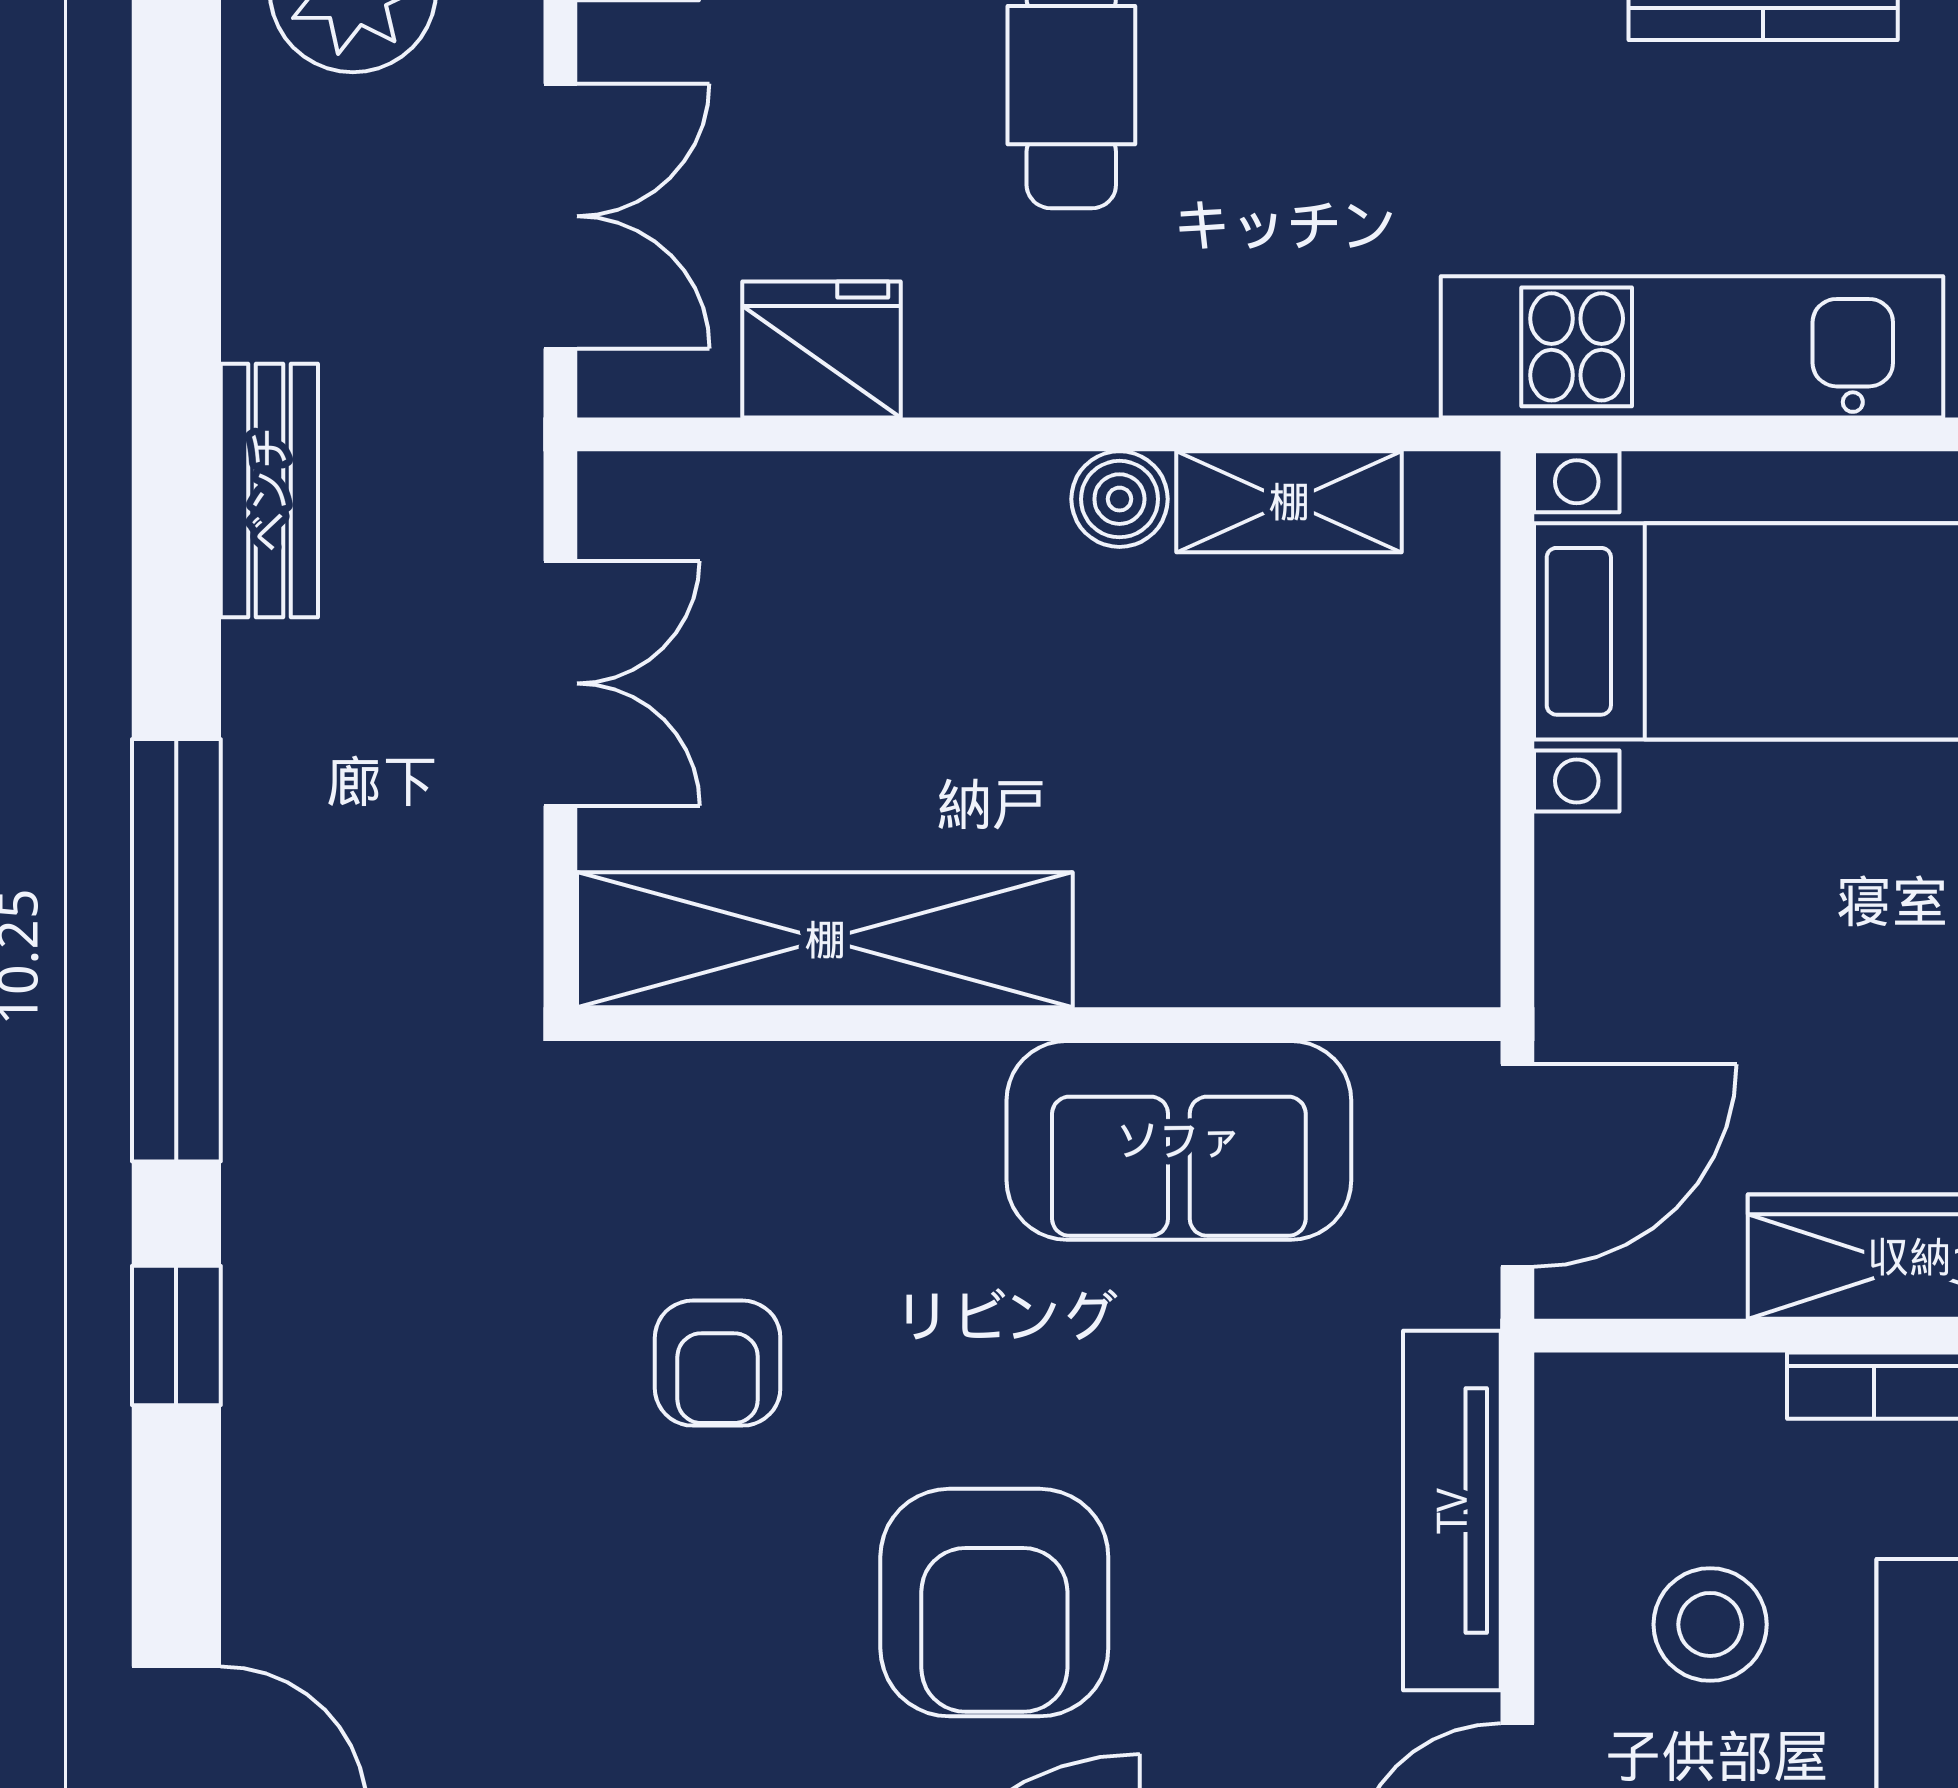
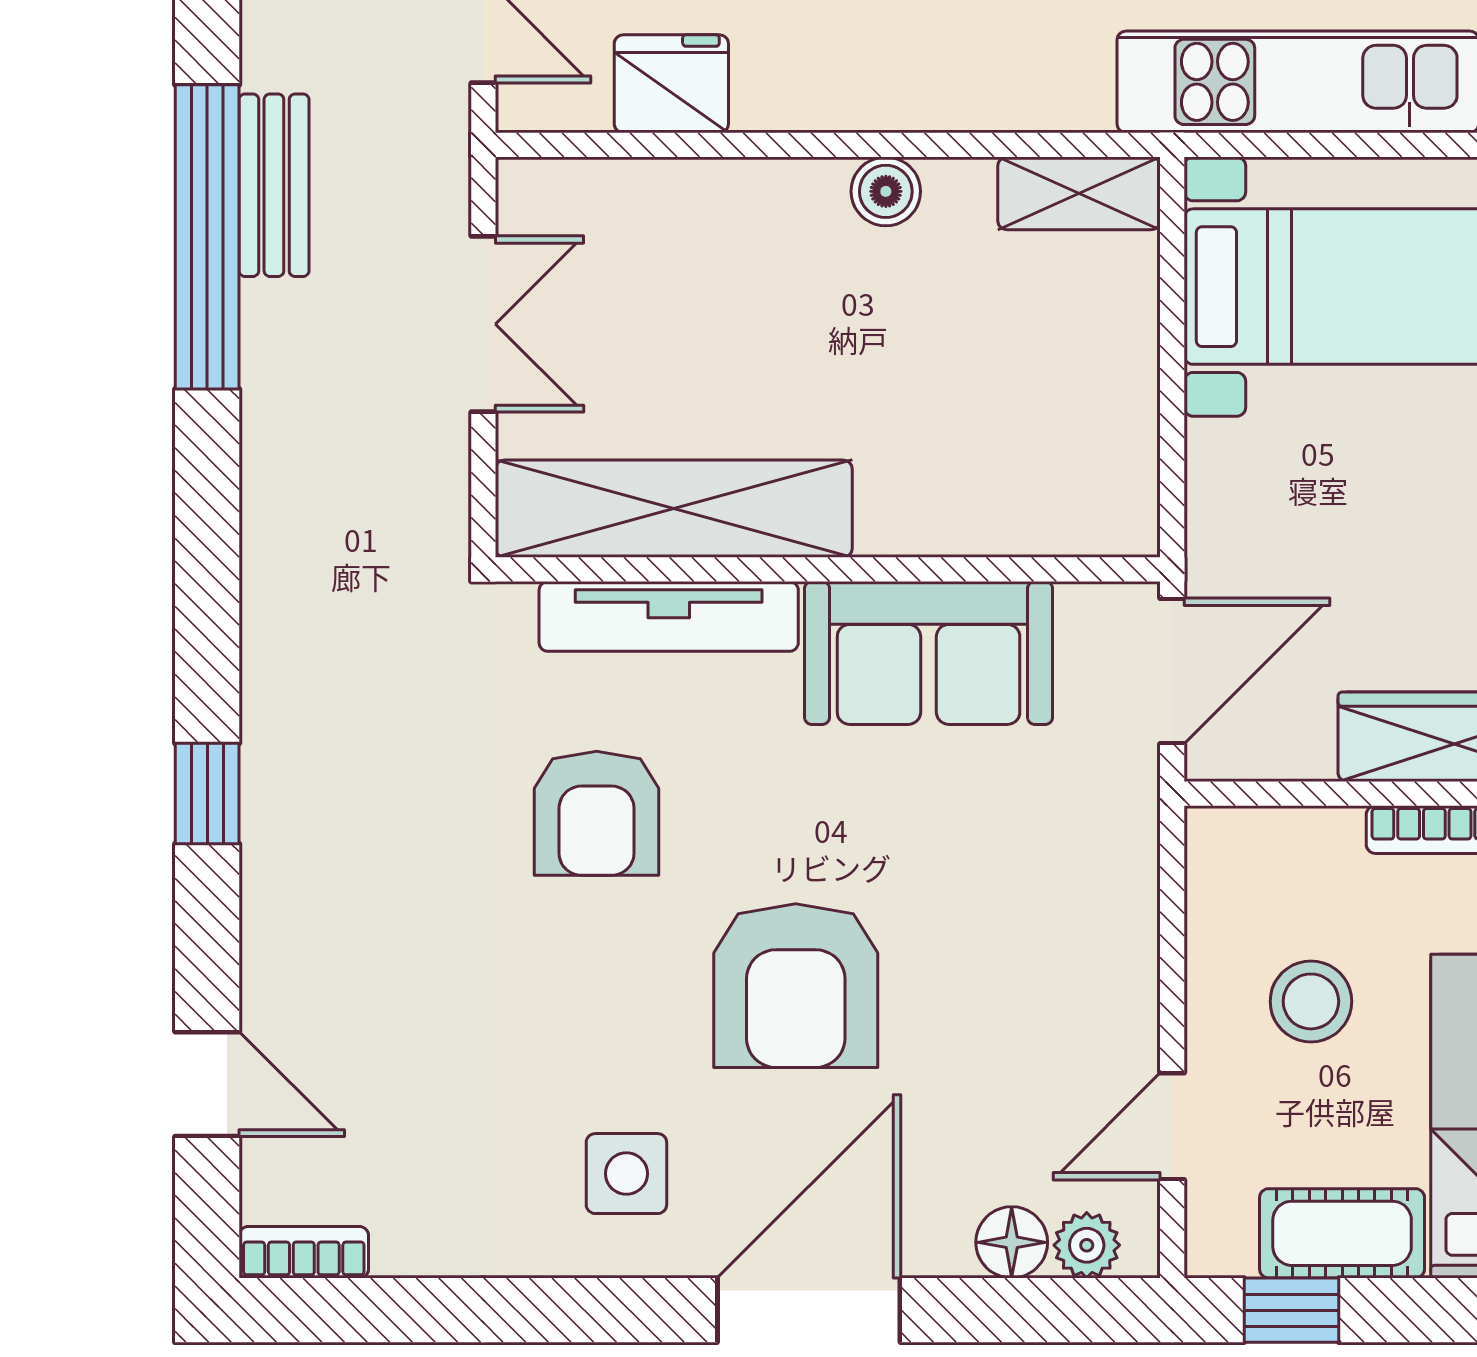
shelving: (1289, 502) -> (1079, 193), moved
window: (176, 950) -> (207, 237), moved
armchair: (718, 1363) -> (597, 813), width x1.38, depth x1.38
tv unit: (1452, 1511) -> (669, 616), moved, turned -90

